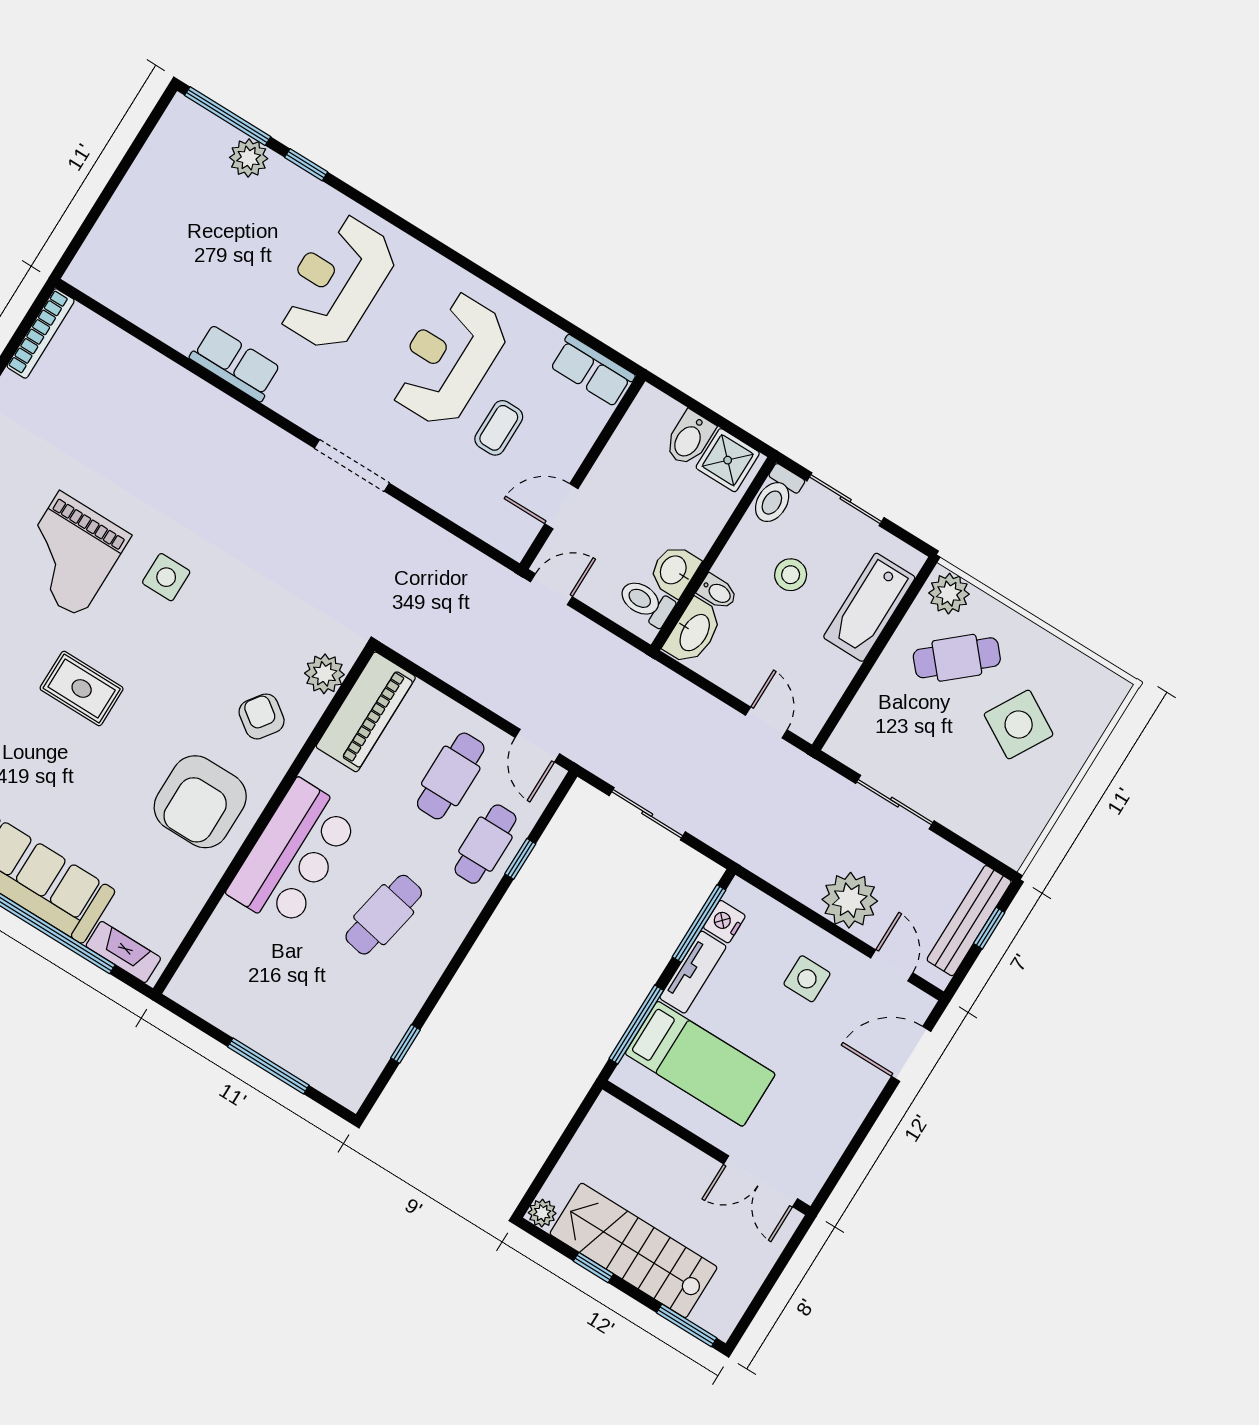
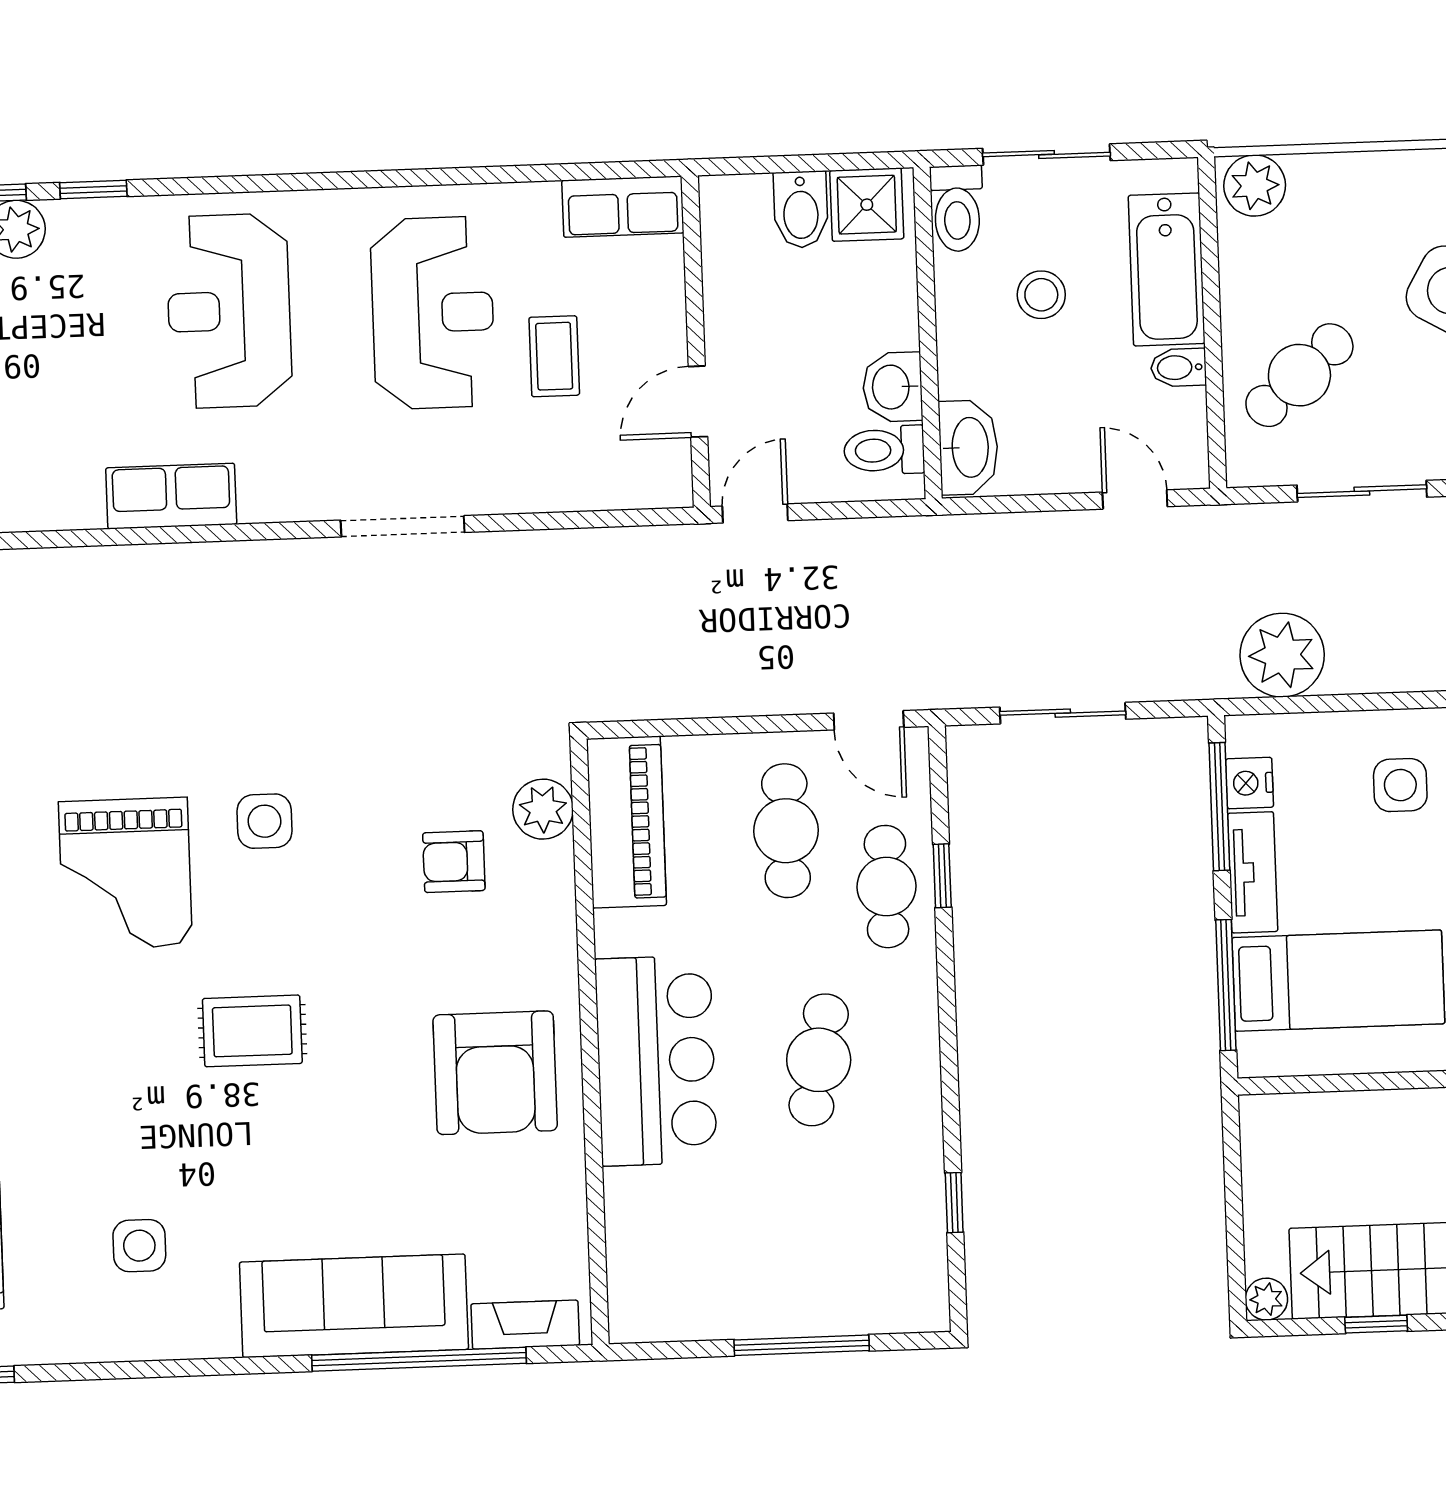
reception desk: (448, 359) -> (433, 313), turned 180
bidet: (717, 592) -> (1178, 367), moved, turned 180
cafe table: (957, 658) -> (1299, 375), moved
armchair: (262, 716) -> (454, 862), moved, turned -36
plant: (850, 900) -> (1282, 655), moved

